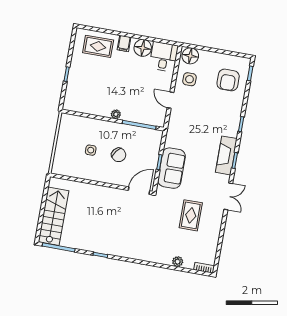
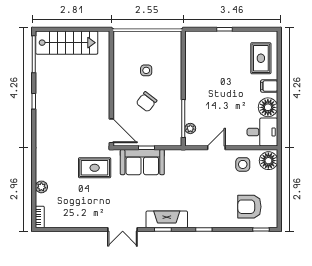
plant: (116, 114) -> (190, 128), moved
rug: (191, 215) -> (95, 168), moved

